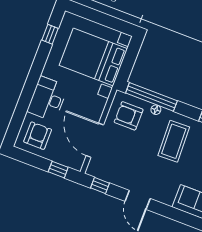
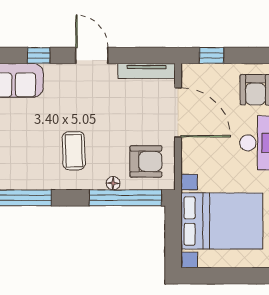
coffee table: (174, 141) -> (74, 151), width x0.73, depth x0.76
tv unit: (105, 176) -> (147, 71), added
window: (100, 186) -> (39, 55), moved

